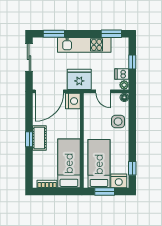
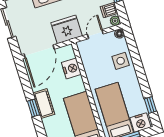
door: (103, 91) -> (95, 34), swing flipped
nightstand: (73, 101) -> (71, 68), moved

